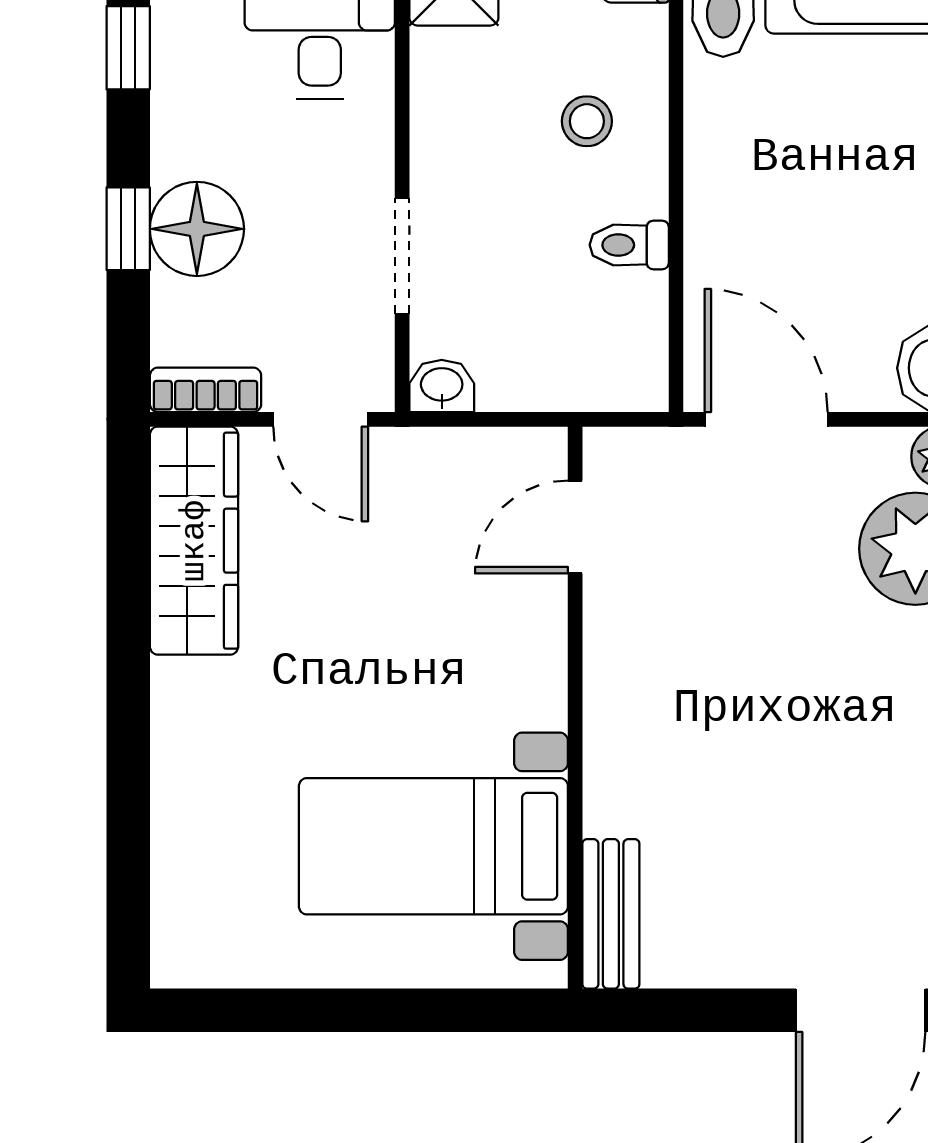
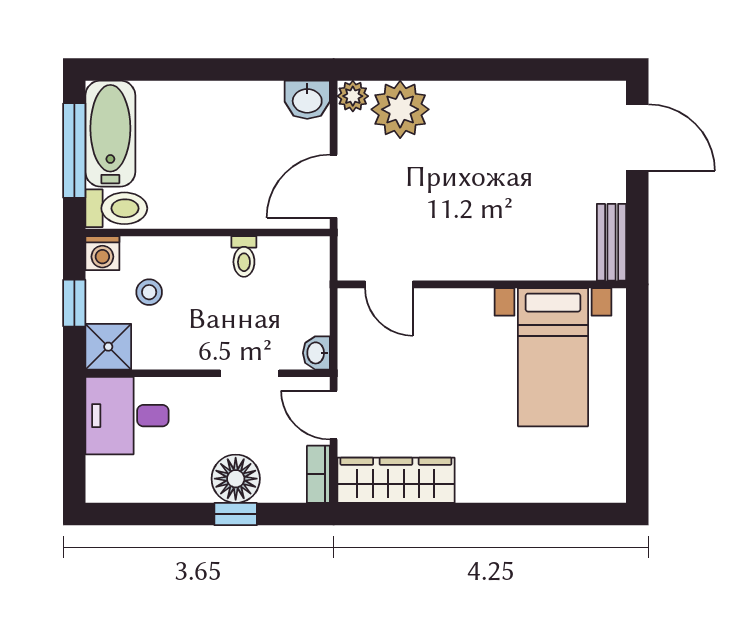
window: (128, 48) -> (143, 514), removed
stool: (587, 121) -> (149, 292), moved
door: (321, 419) -> (334, 415), swing flipped
bench: (611, 914) -> (612, 242), moved, turned 90

